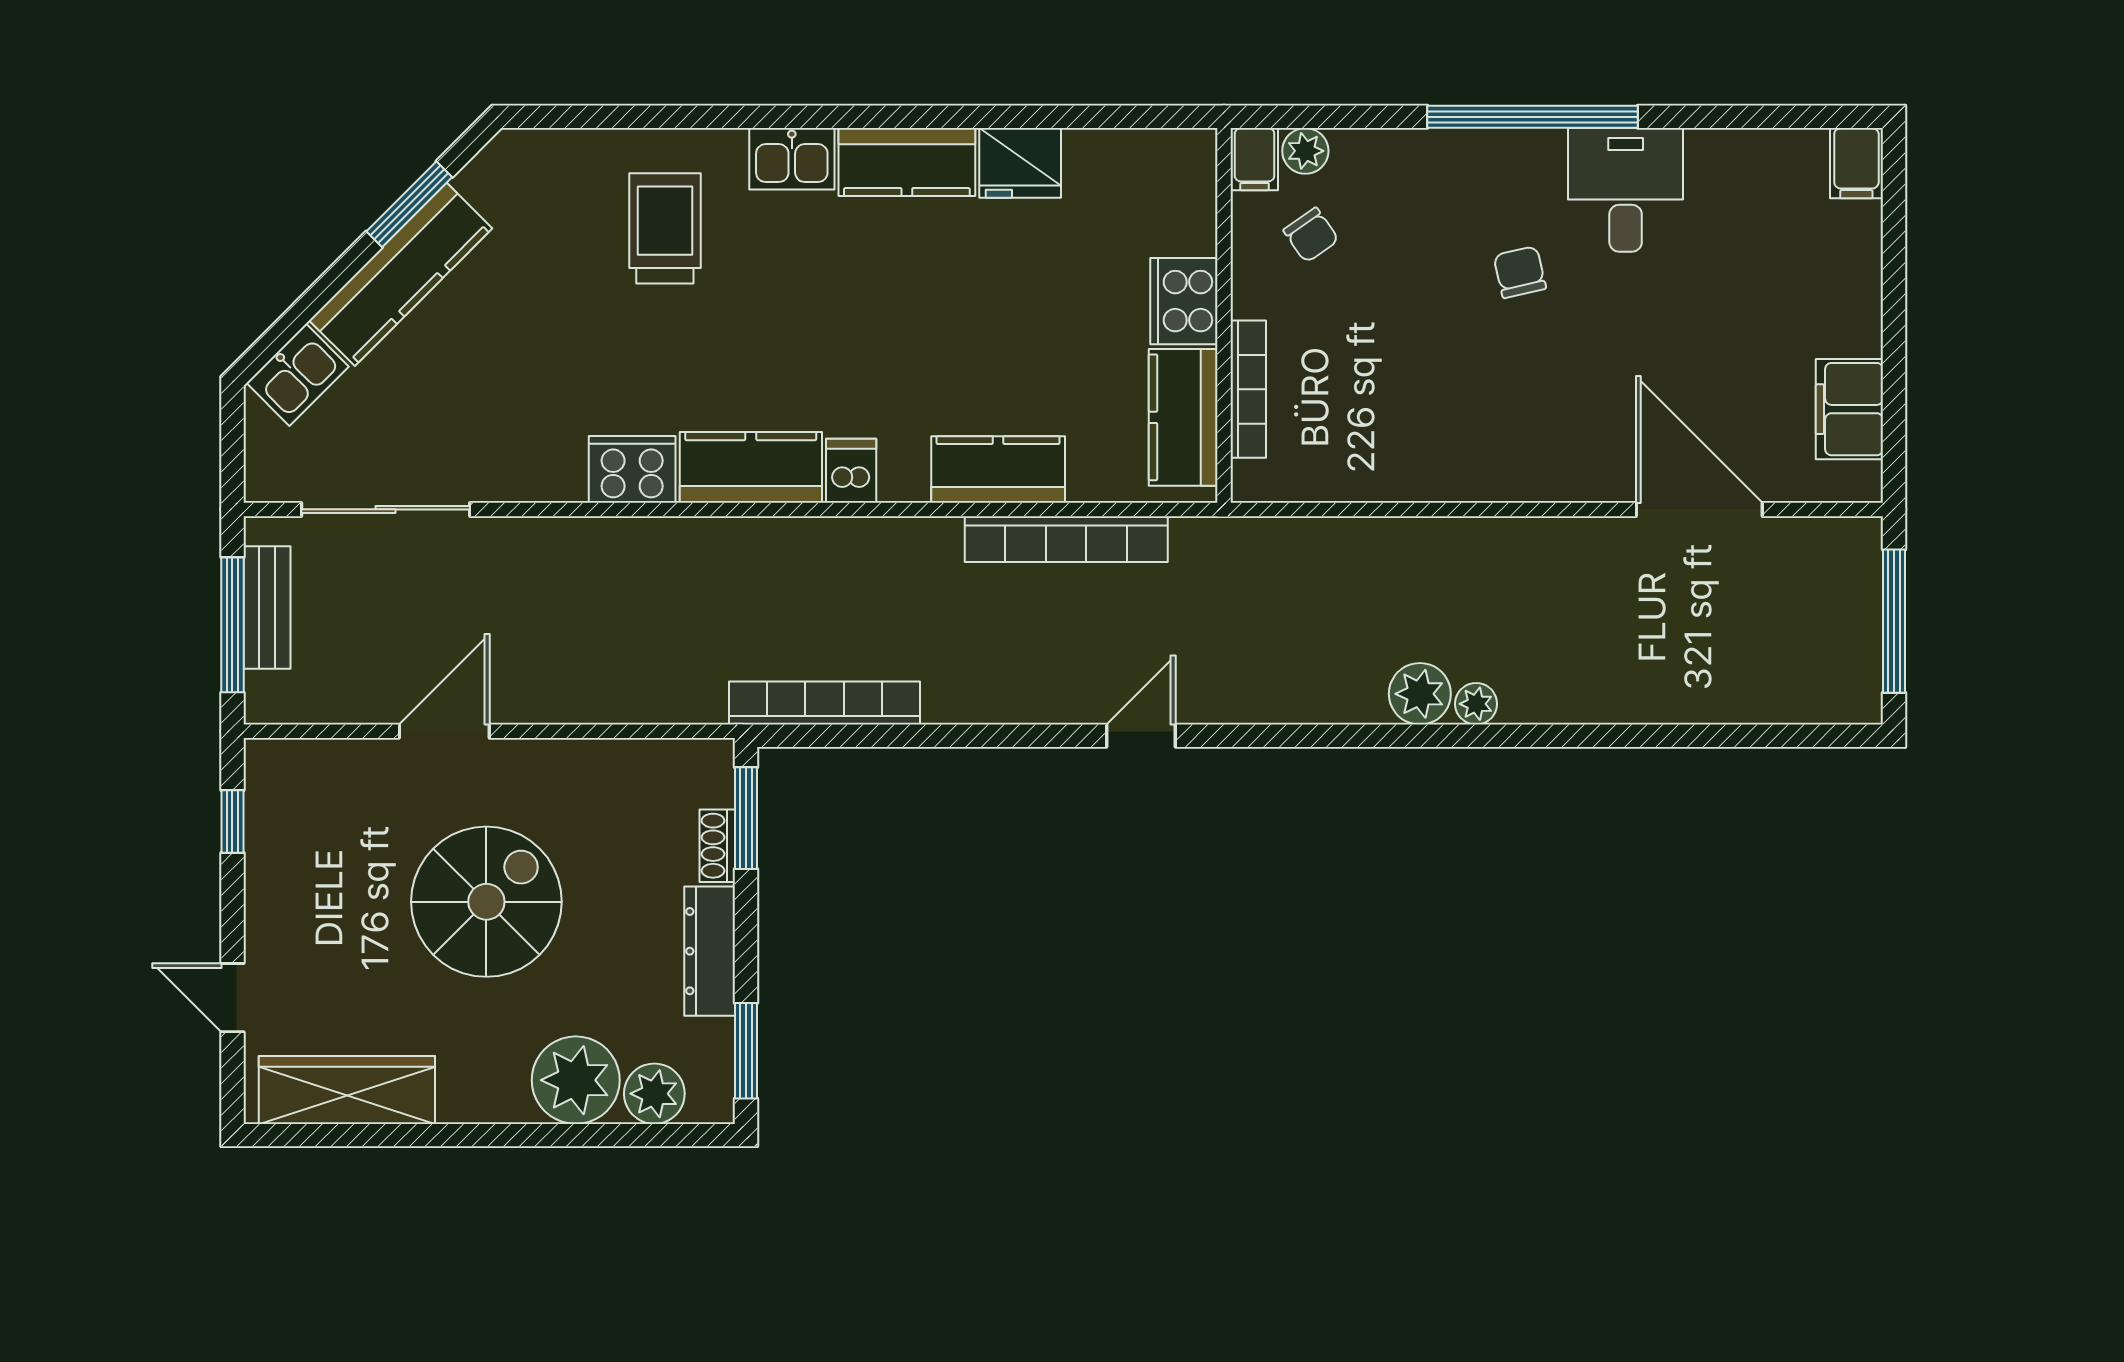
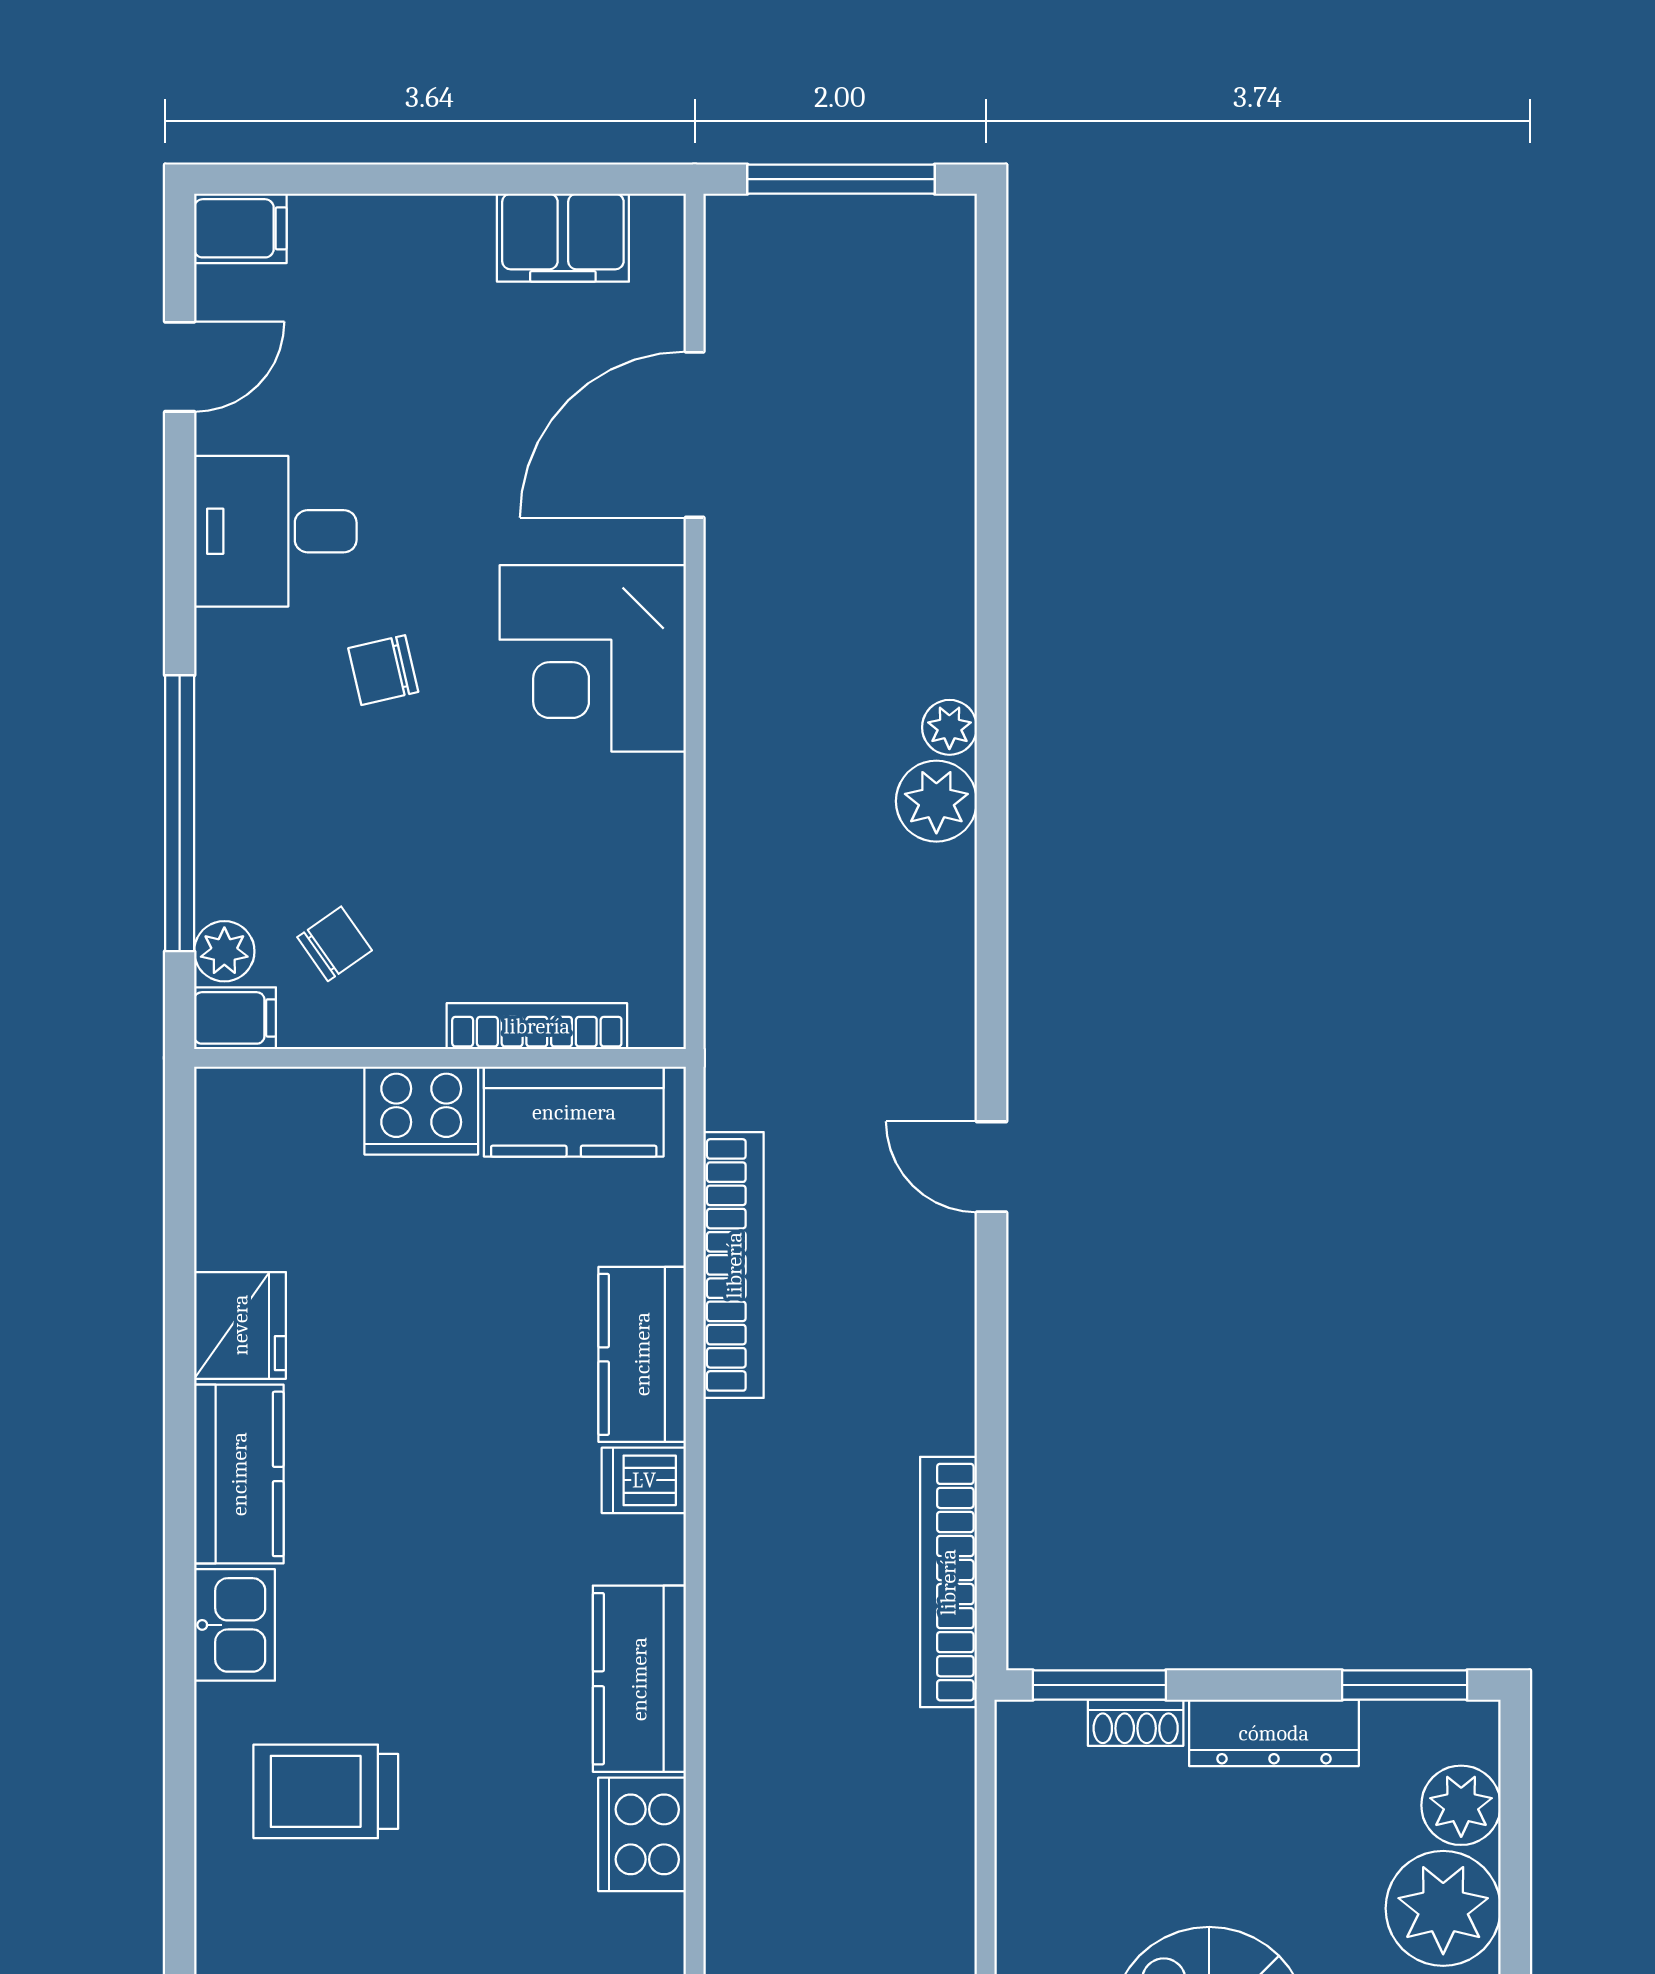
window: (1533, 117) -> (180, 813), moved
door: (1751, 117) -> (180, 367), added
corner desk: (1529, 432) -> (593, 658), added
dishwasher: (851, 471) -> (644, 1480), moved

